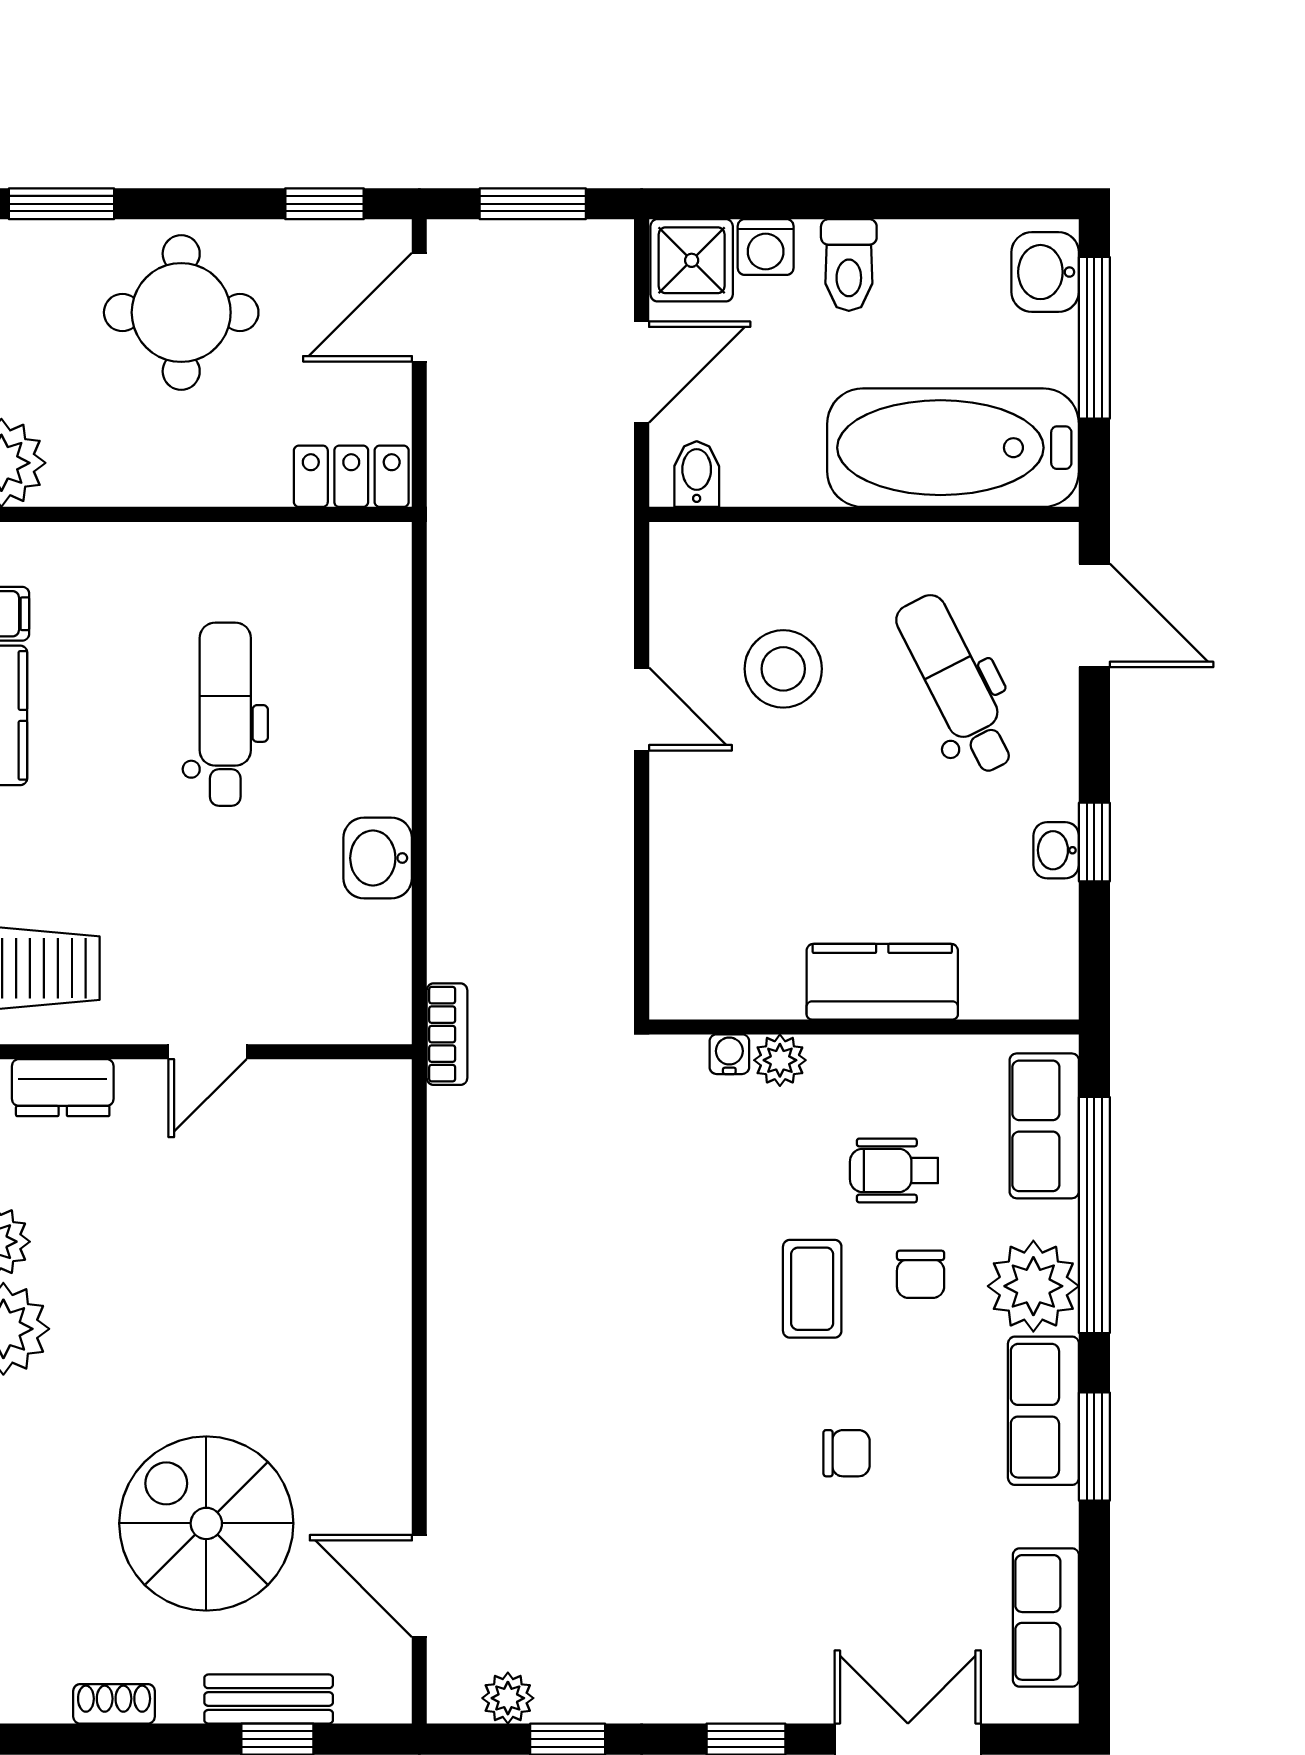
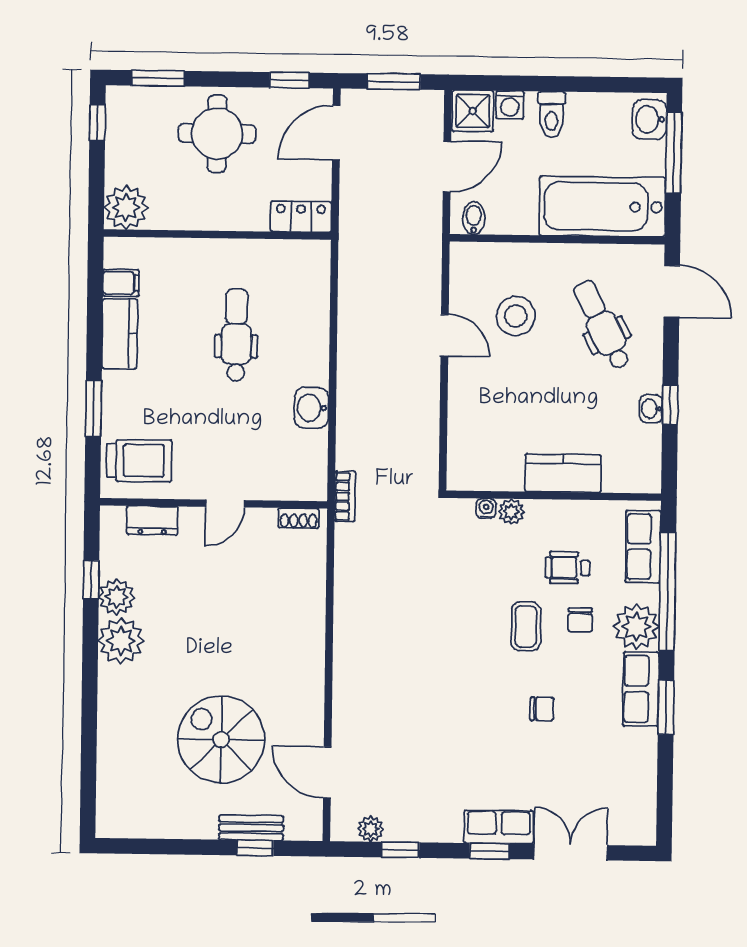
row of seats: (1046, 1617) -> (499, 827), moved, turned 90
shoe rack: (114, 1704) -> (299, 518), moved, turned 180

